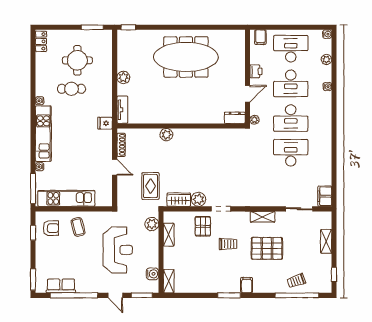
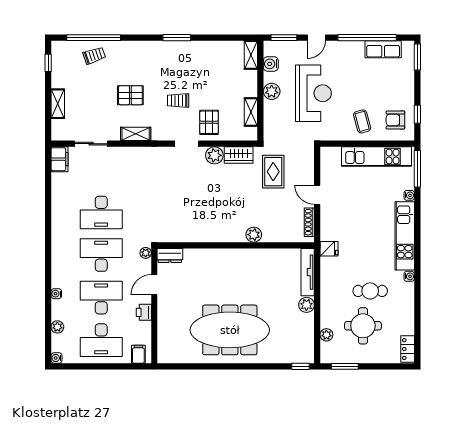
plant: (107, 53) -> (326, 335), added
tv unit: (122, 110) -> (308, 272), width x1.41
plant: (152, 224) -> (272, 91), moved
pallet: (267, 248) -> (130, 95), width x0.67, depth x0.71
reception desk: (118, 250) -> (313, 93), turned 180
filing cabinet: (247, 285) -> (155, 50), removed
door: (115, 295) -> (316, 38), swing flipped

